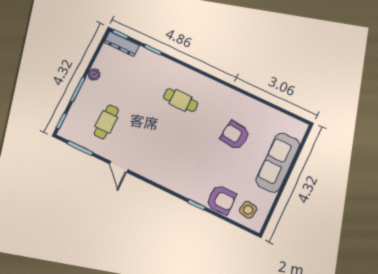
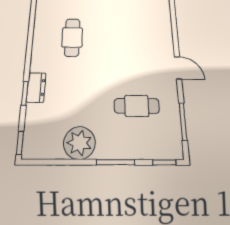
dresser: (122, 44) -> (36, 87), moved, width x0.70
plant: (94, 74) -> (79, 143), width x1.87, depth x1.87
door: (119, 167) -> (178, 68), hinge flipped

